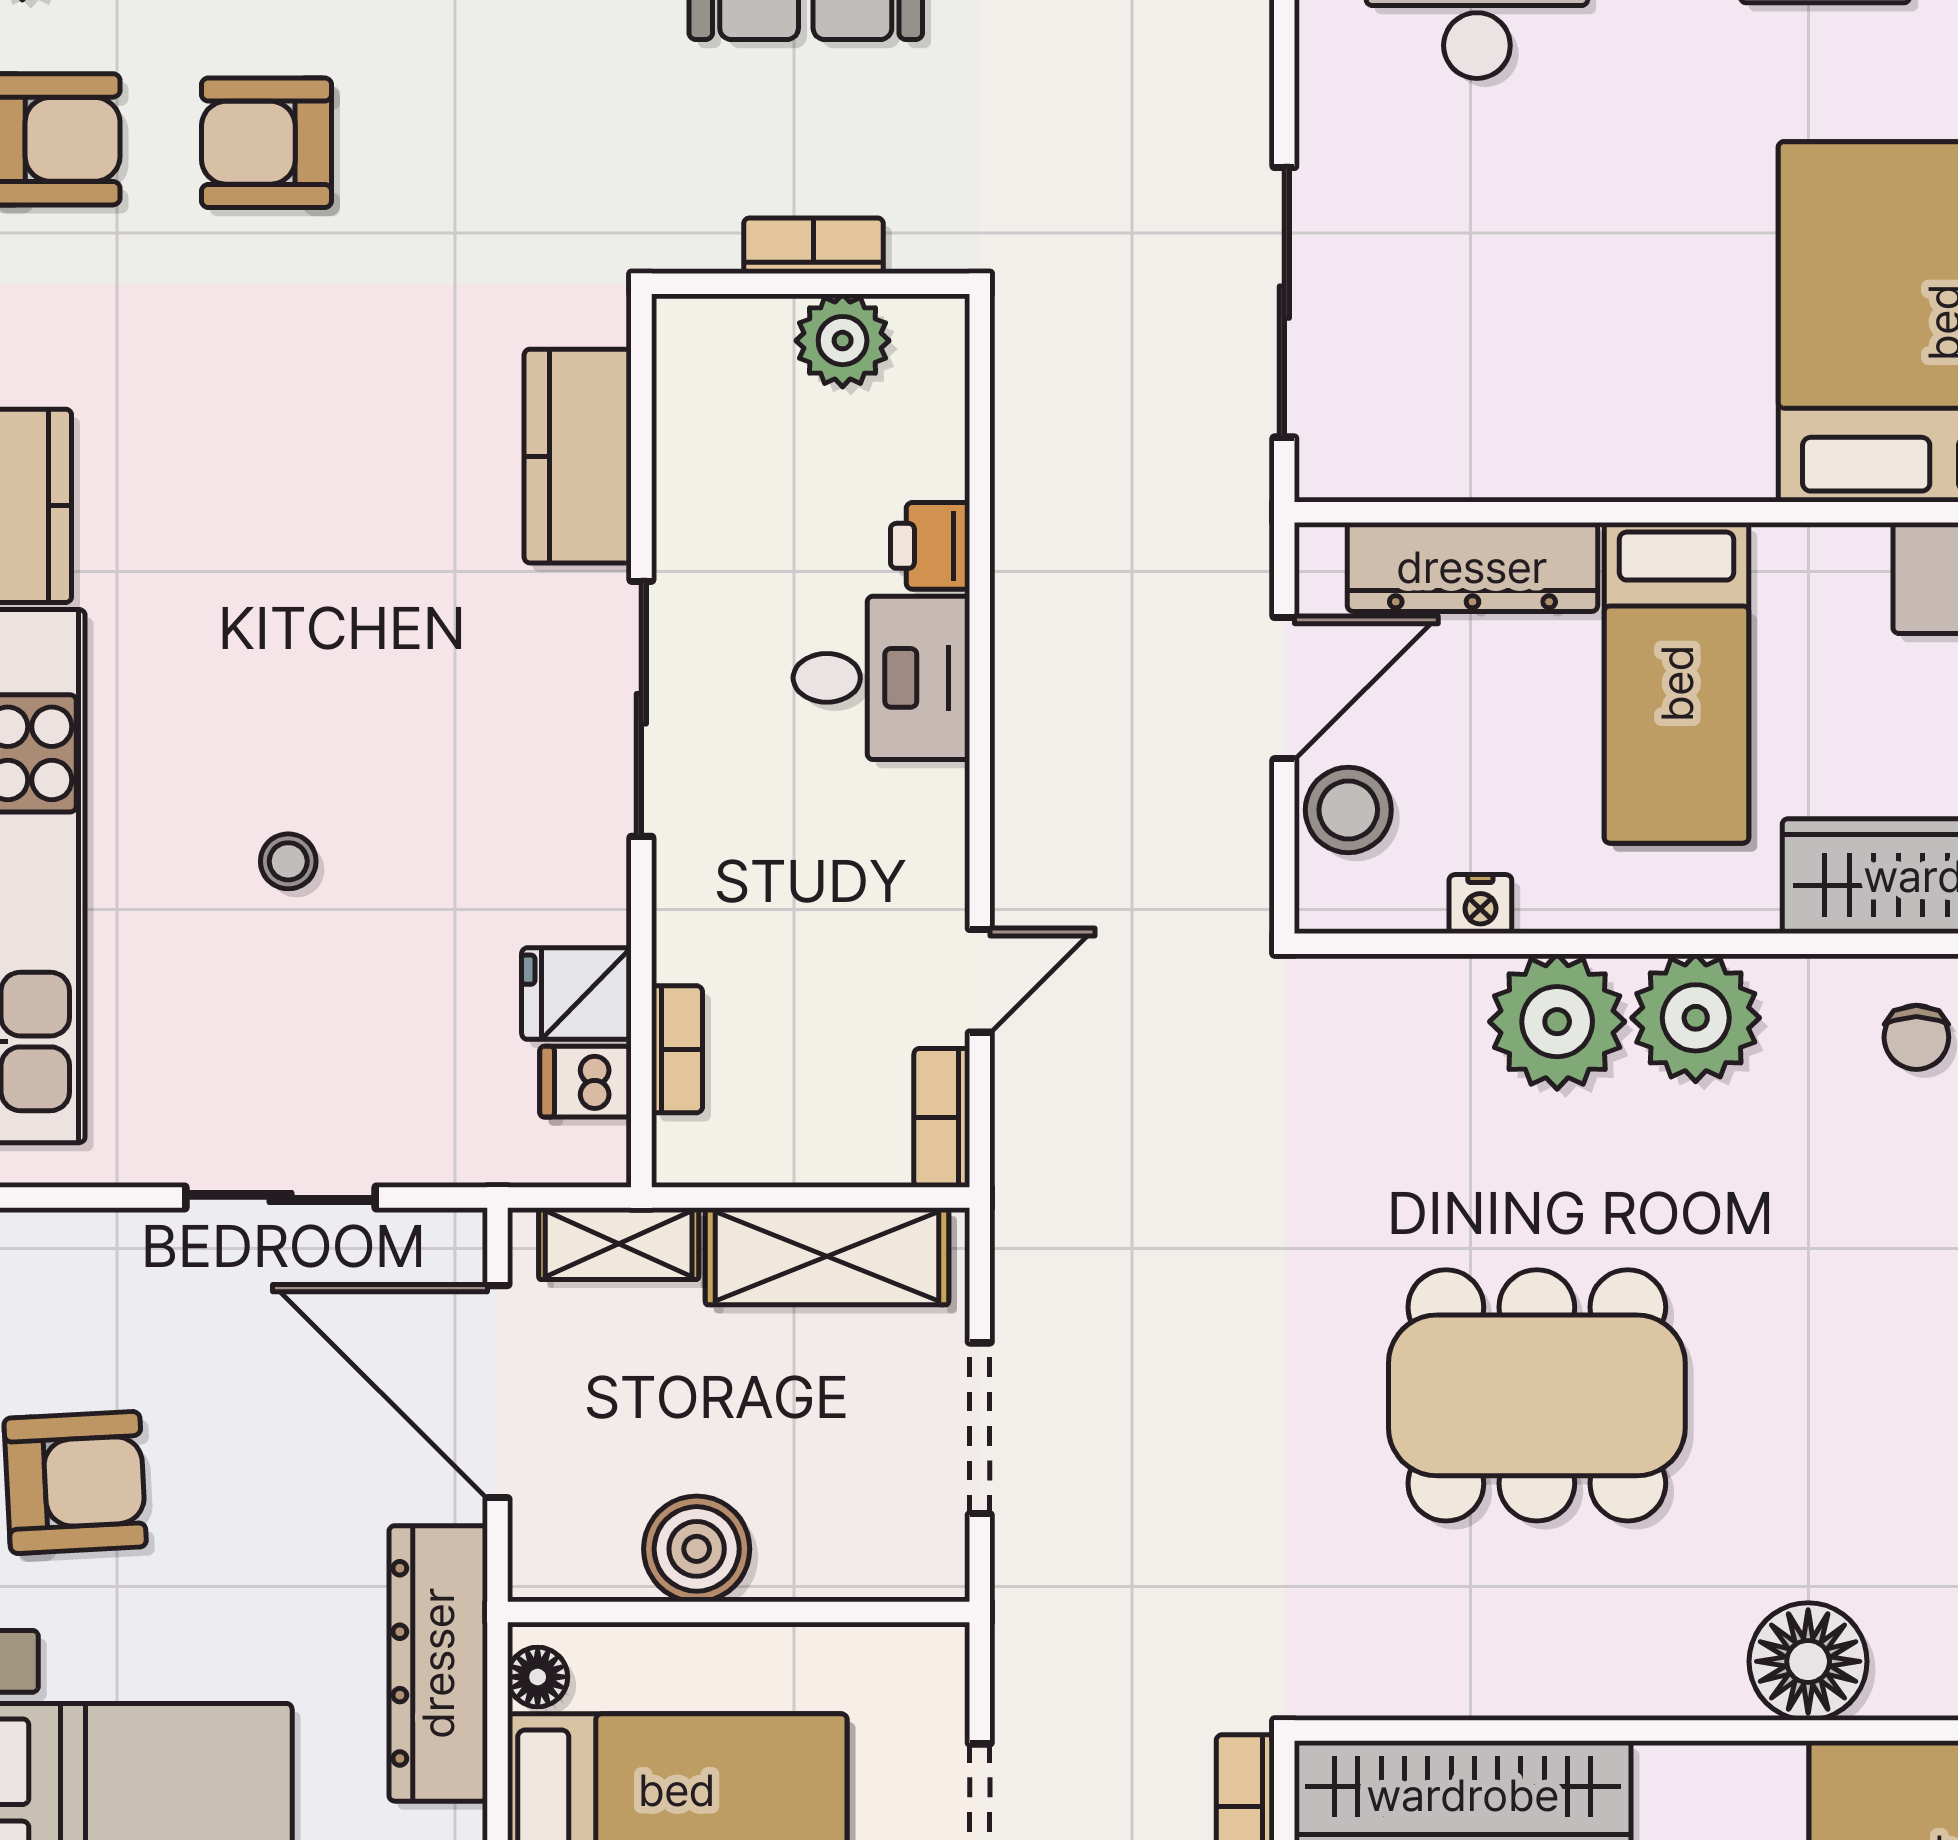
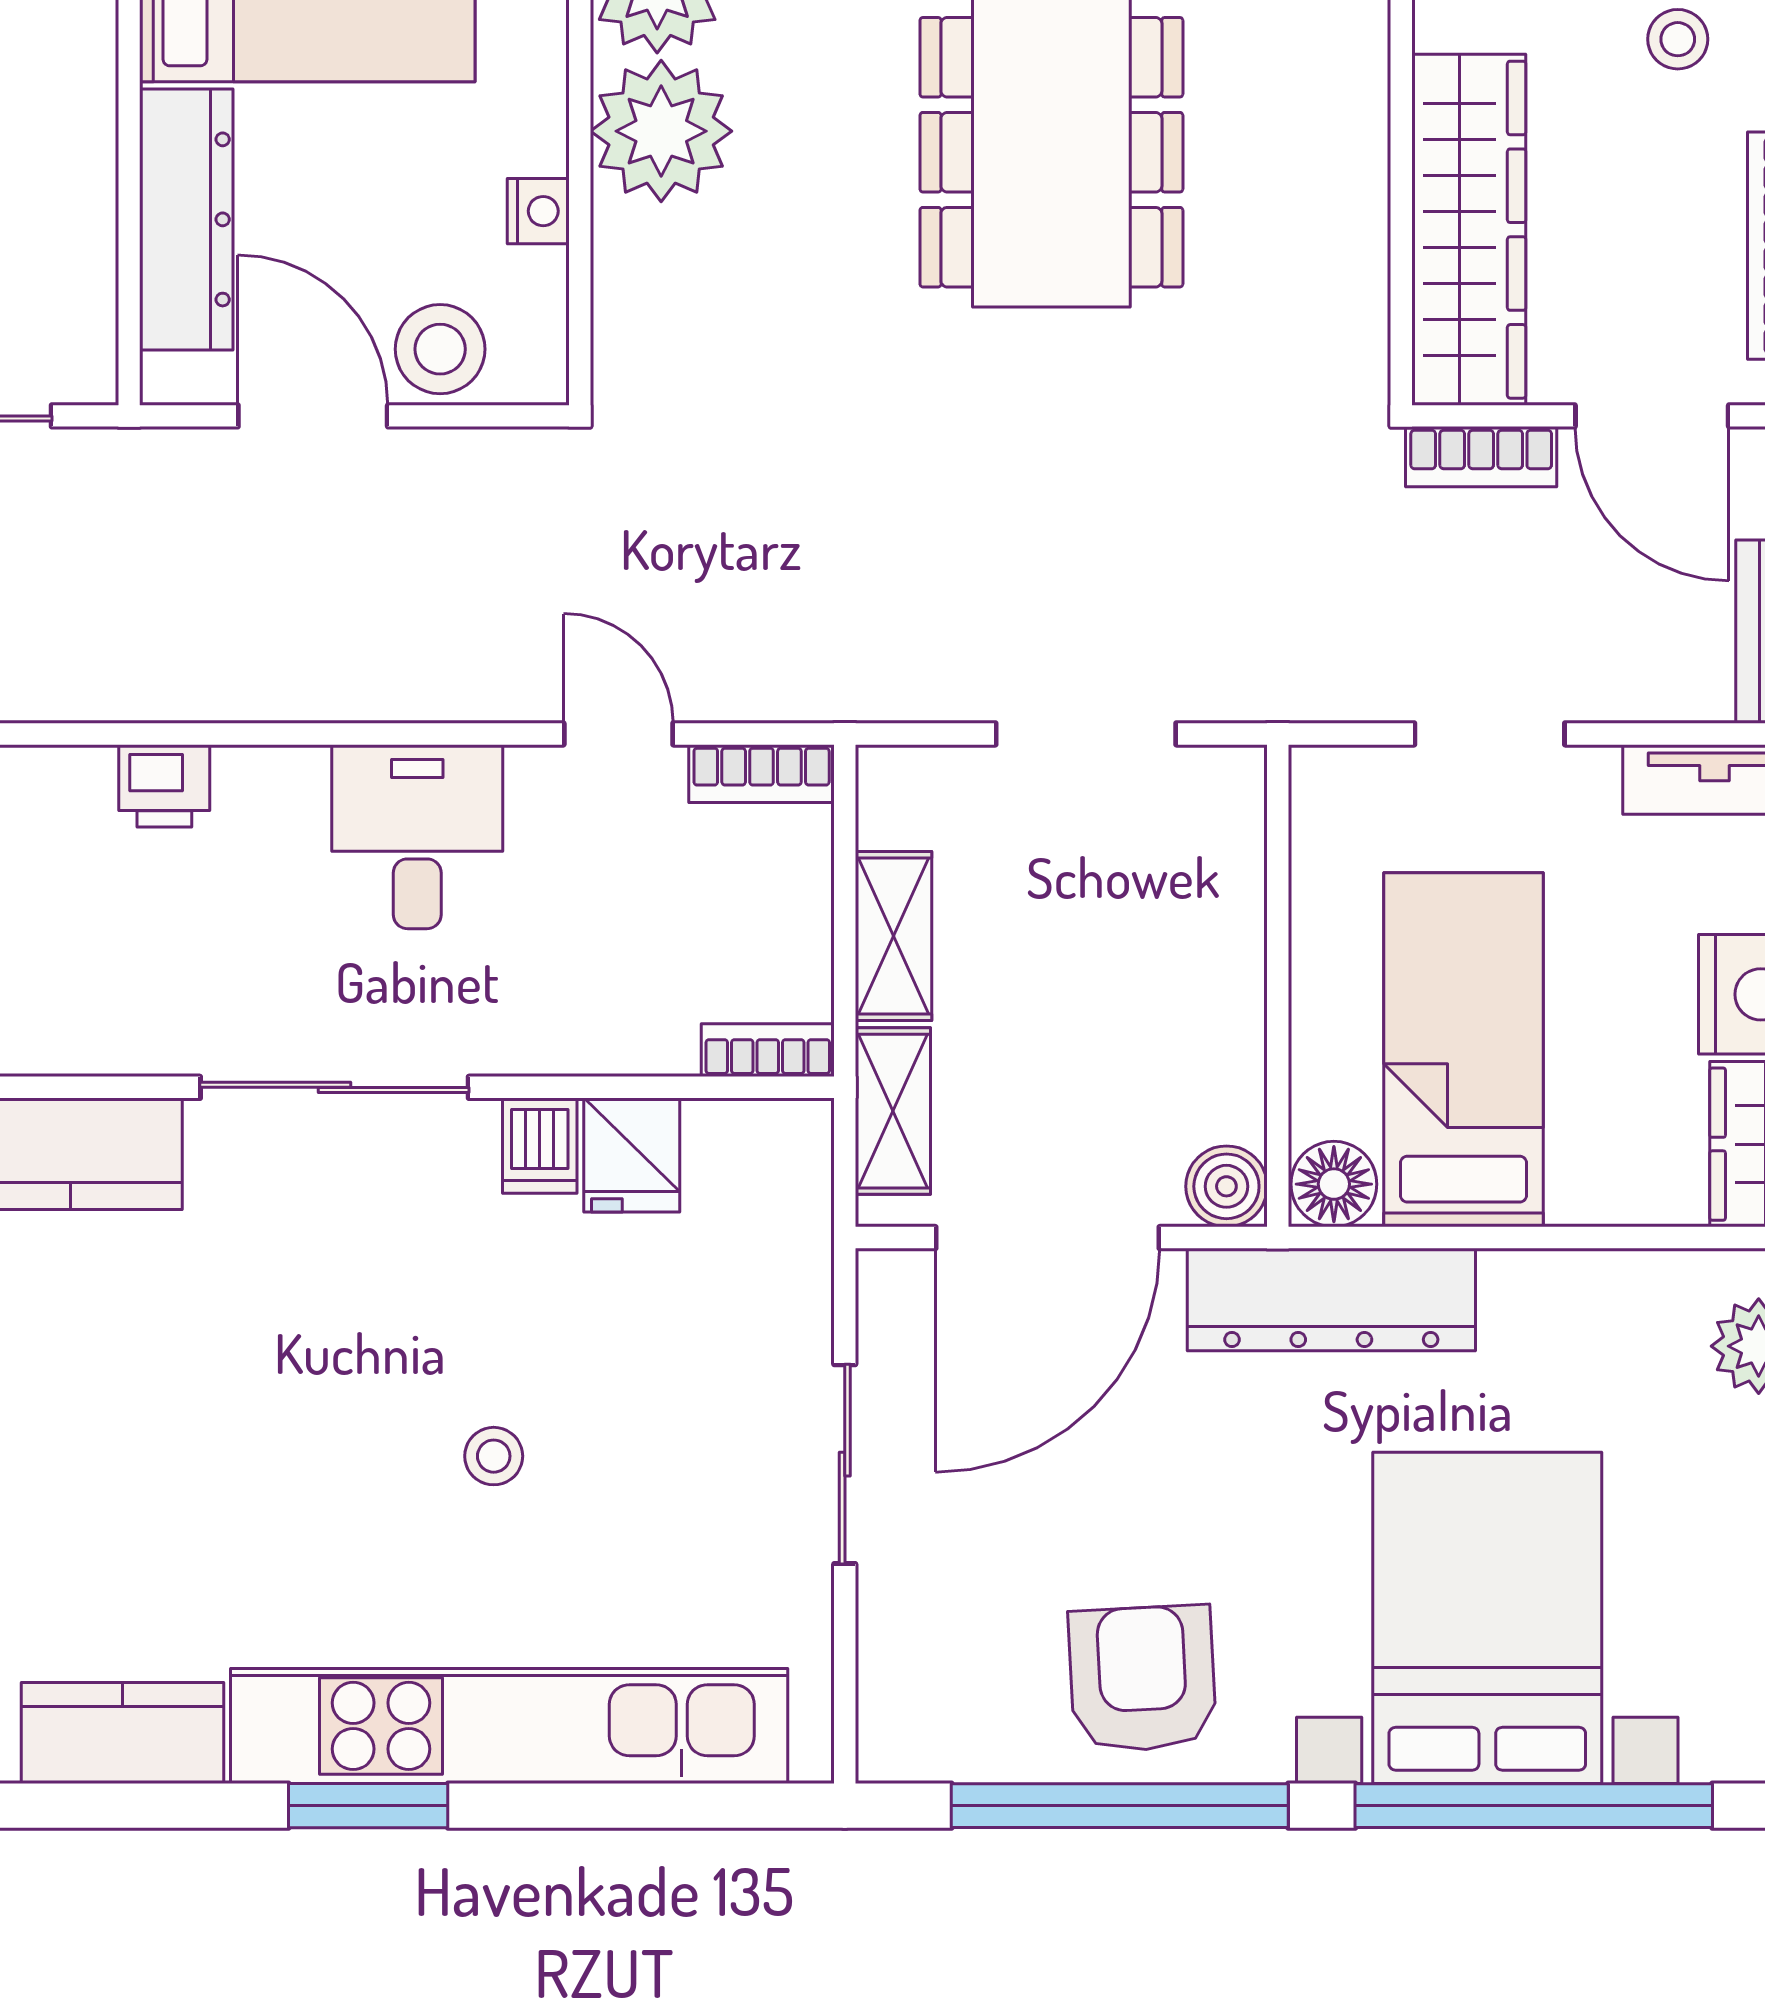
desk: (881, 678) -> (417, 837), moved
bookcase: (677, 1049) -> (768, 1050), moved
dishwasher: (586, 1082) -> (540, 1146), moved
shelving: (827, 1256) -> (893, 936), width x0.67, depth x0.75
boiler: (697, 1549) -> (1226, 1186), moved, width x0.73, depth x0.73
floor lamp: (538, 1677) -> (1334, 1184), width x1.37, depth x1.37

